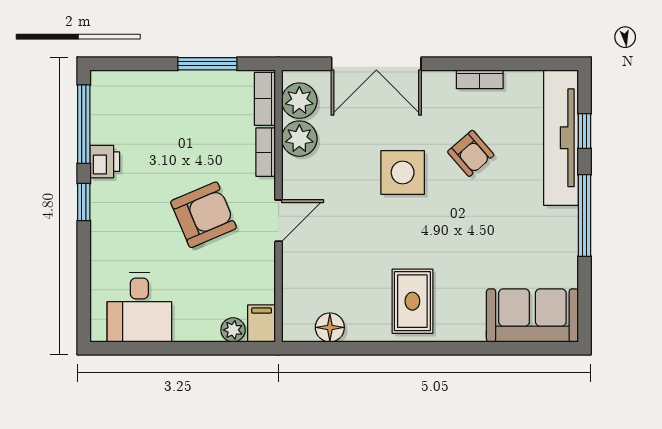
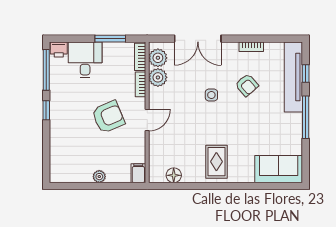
printer: (105, 162) -> (59, 50), moved, turned 90
side table: (403, 172) -> (211, 95), width x0.54, depth x0.54
desk: (139, 307) -> (85, 60), moved, turned 180
plant: (233, 330) -> (99, 177), moved

